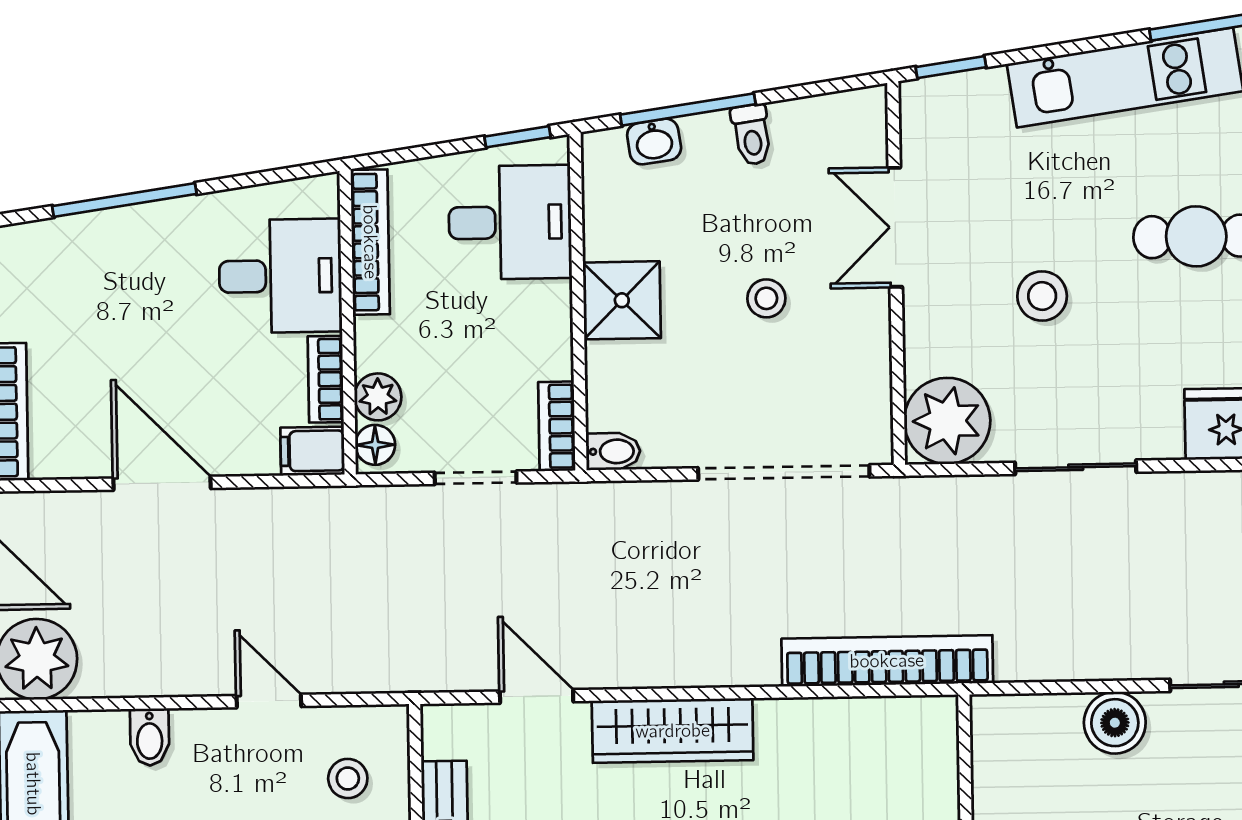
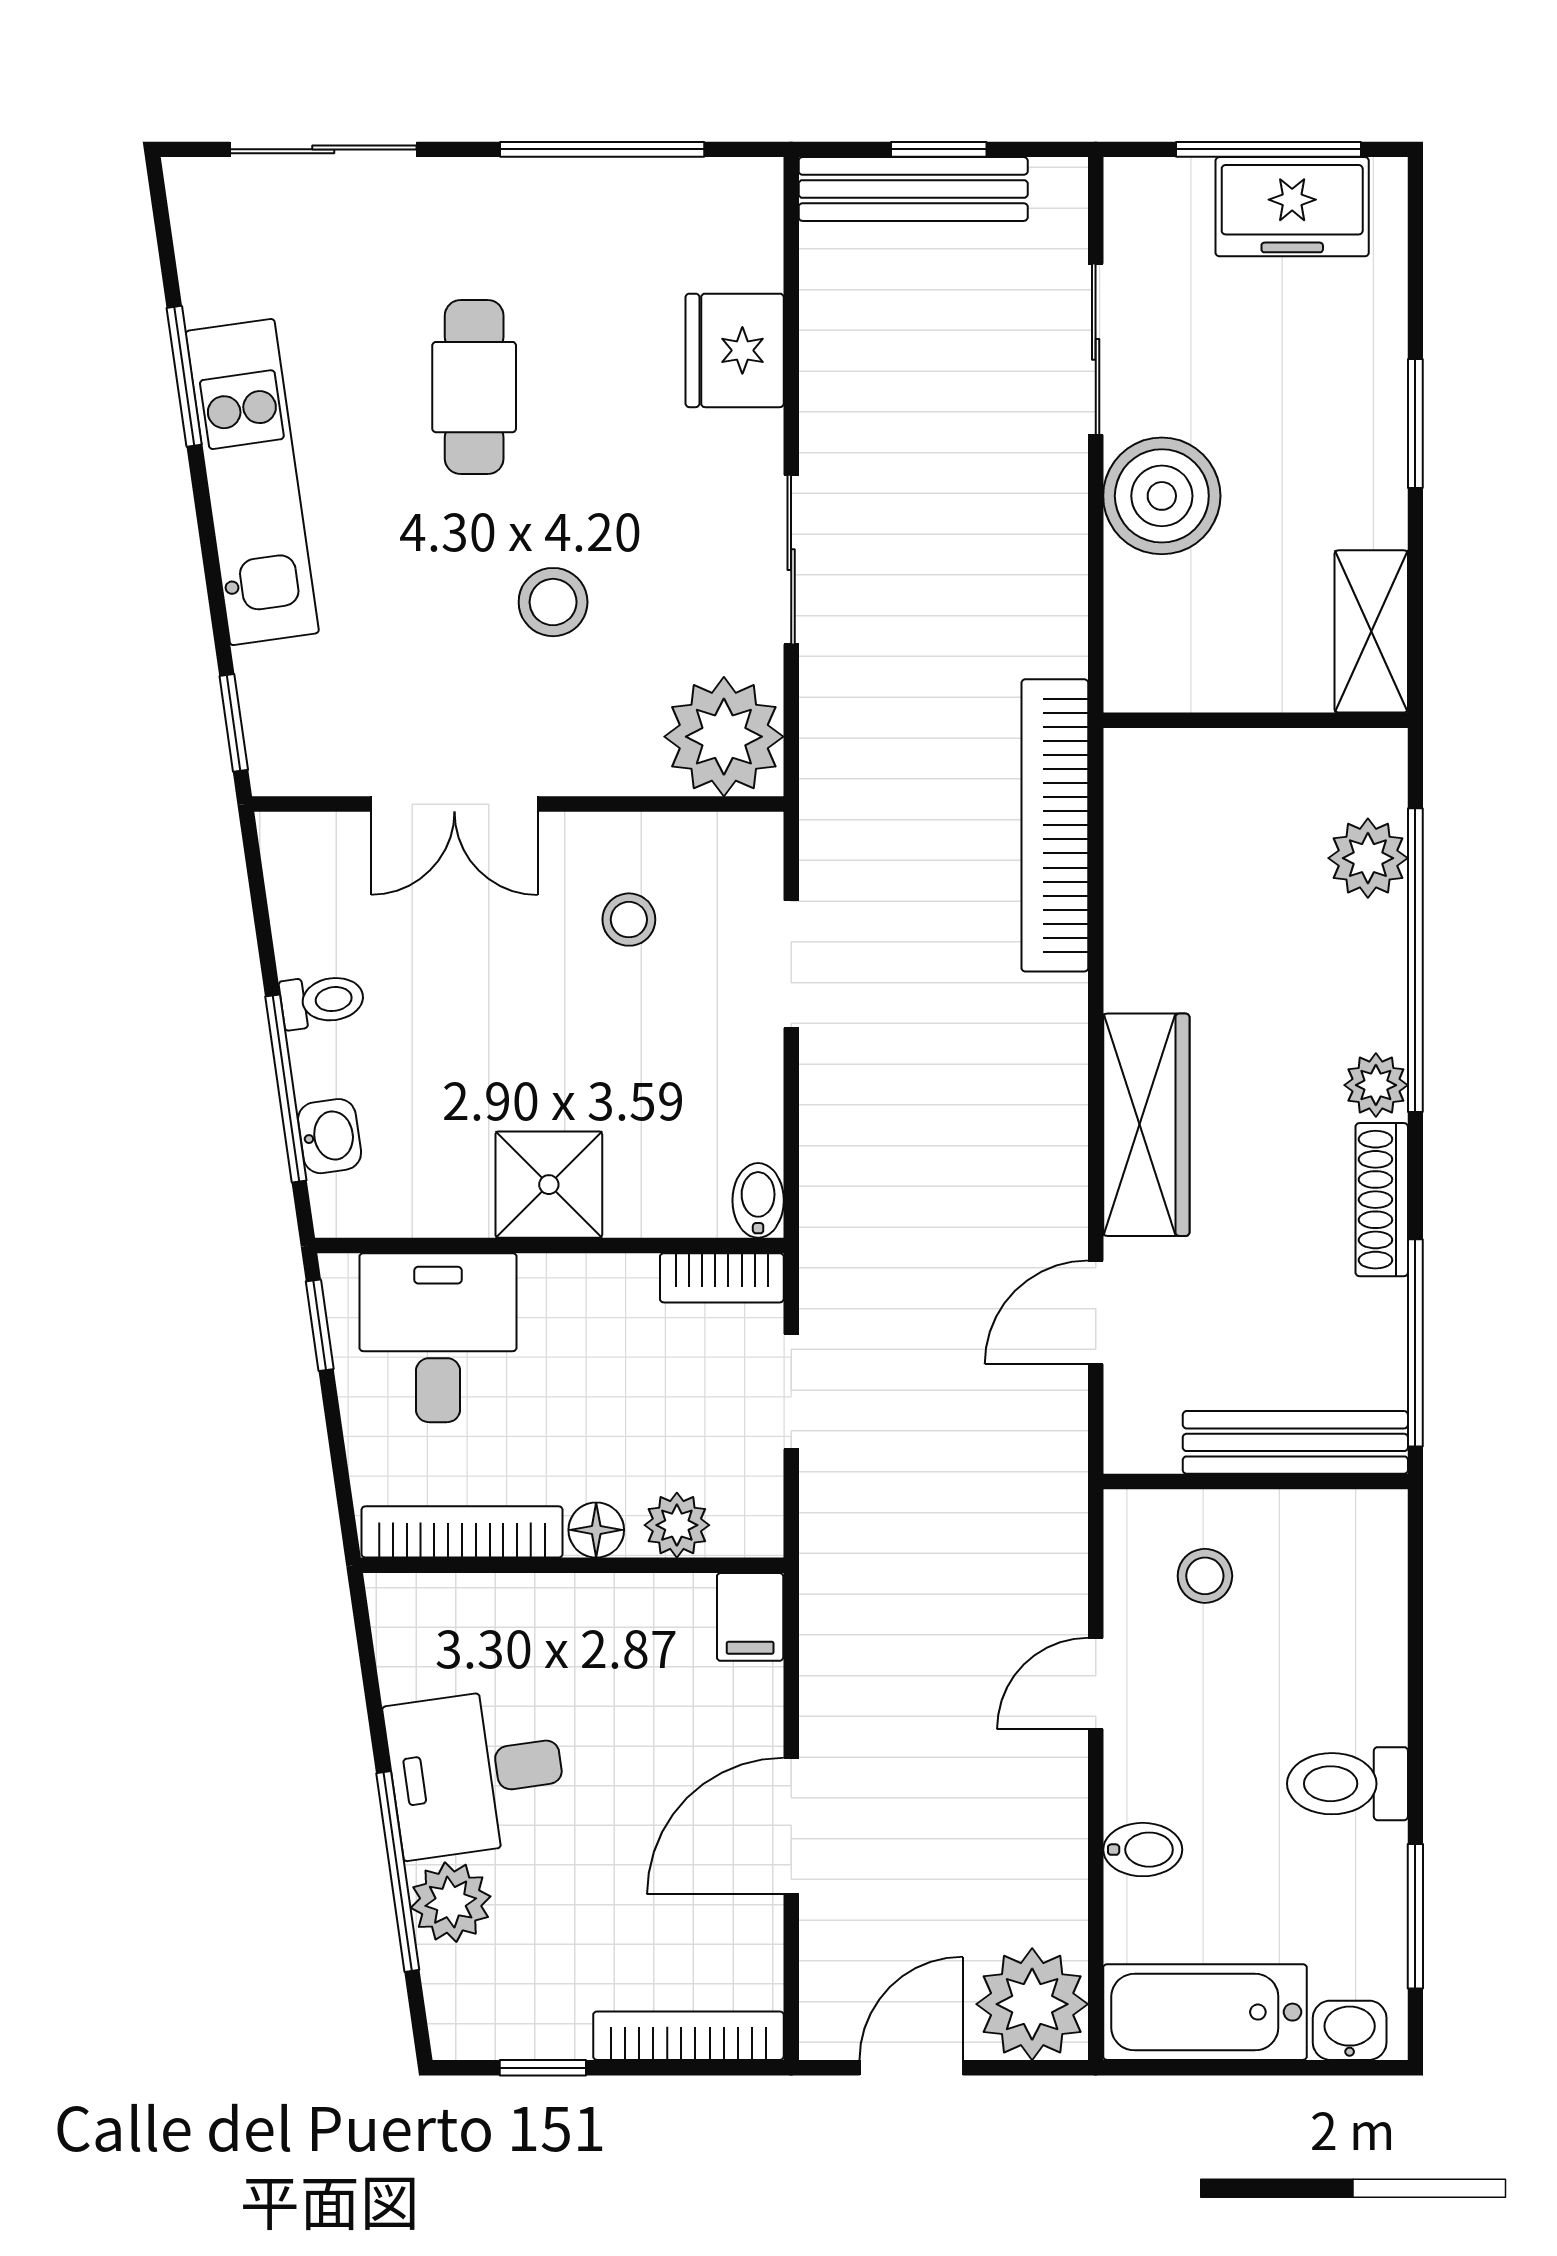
plant: (103, 239) -> (451, 1902), added
desk: (280, 276) -> (477, 1772), moved, turned -98
stool: (766, 298) -> (629, 920), moved
bookcase: (326, 379) -> (651, 1597), removed
floor lamp: (375, 445) -> (596, 1530), moved
doorway: (784, 472) -> (791, 964), width x0.53
boiler: (1115, 723) -> (1162, 496), width x1.37, depth x1.37

